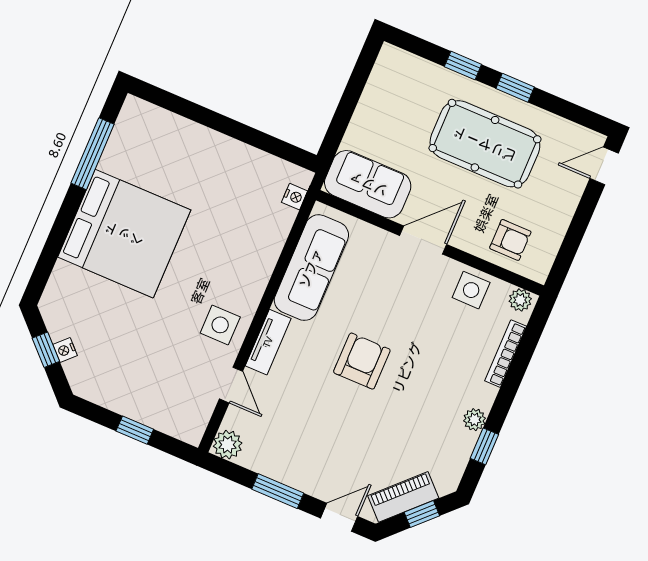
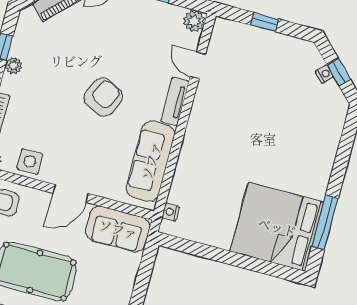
bed: (124, 234) -> (277, 227), moved
side table: (220, 325) -> (212, 109), removed
armchair: (362, 361) -> (103, 97), turned -153

